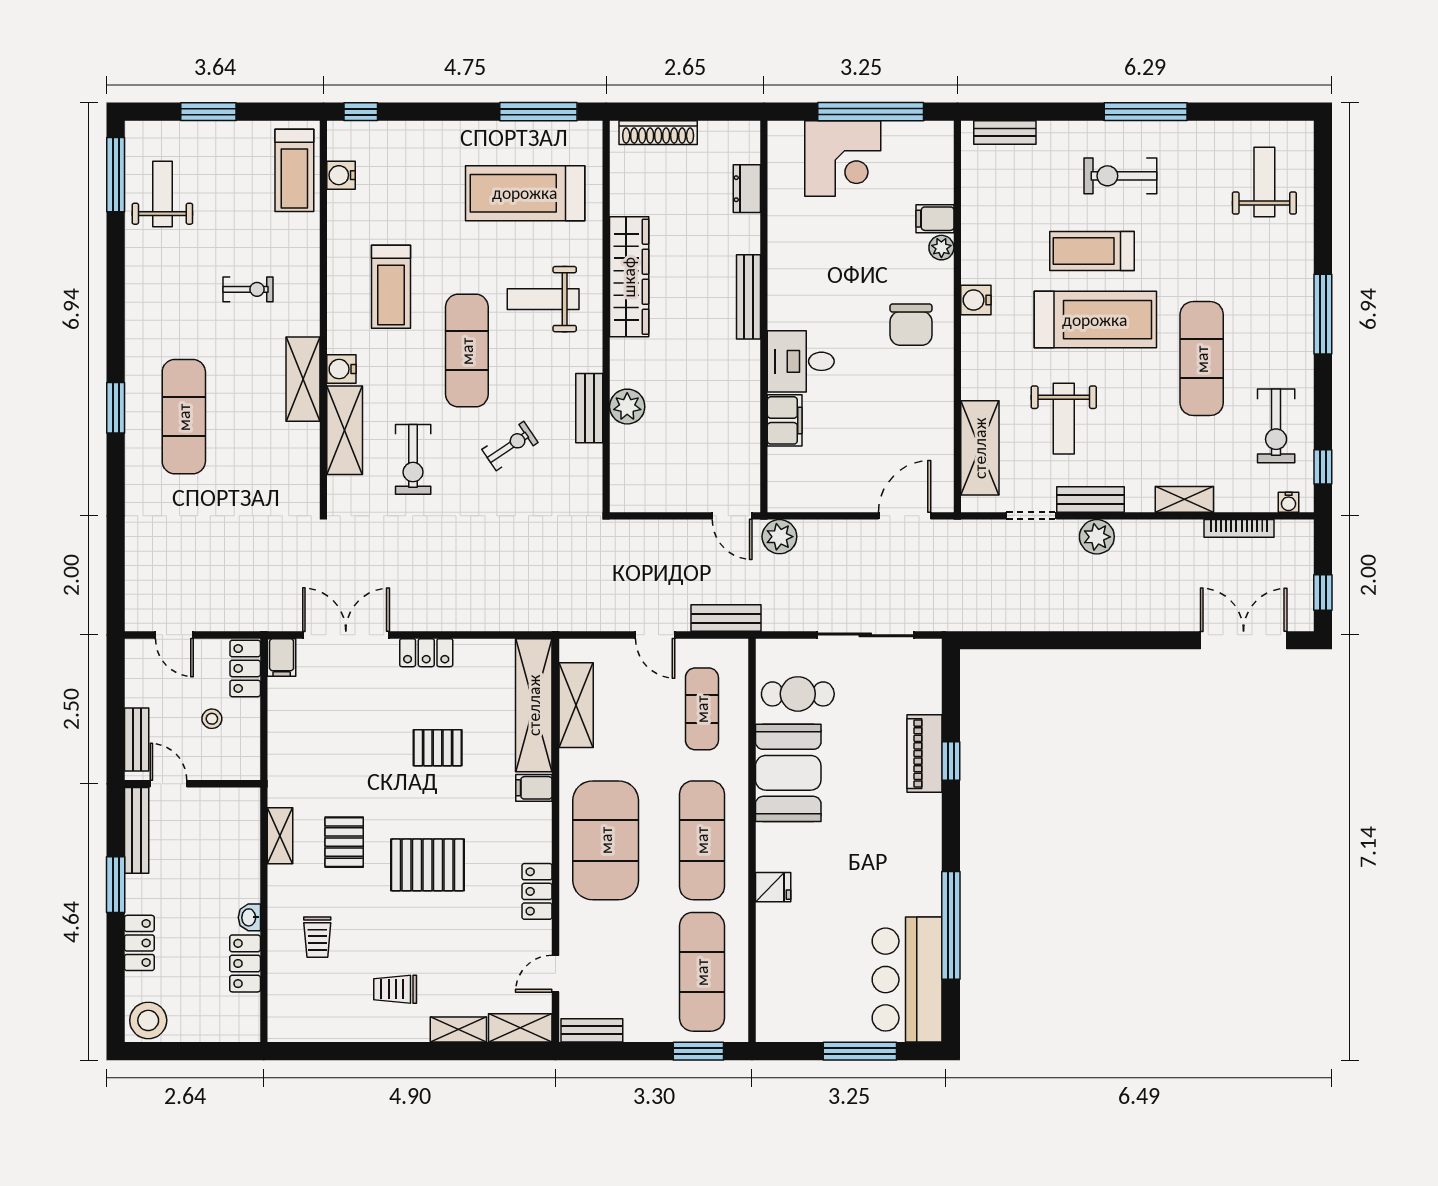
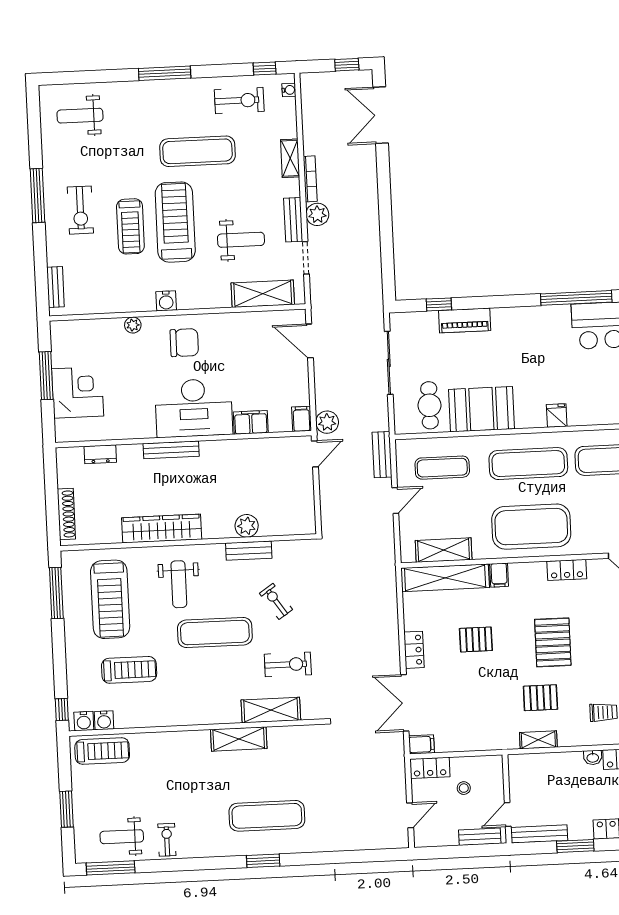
window: (871, 112) -> (46, 376), width x0.68
filing cabinet: (935, 219) -> (301, 419), moved, turned 180
treadmill: (391, 287) -> (129, 670), moved
exercise bike: (248, 289) -> (167, 840), moved
desk: (801, 361) -> (194, 408), width x1.87, depth x1.30
water cooler: (341, 369) -> (84, 721), moved
bookcase: (1239, 528) -> (310, 179), moved
pallet: (438, 748) -> (476, 639), turned 90
window: (951, 761) -> (439, 304), moved

